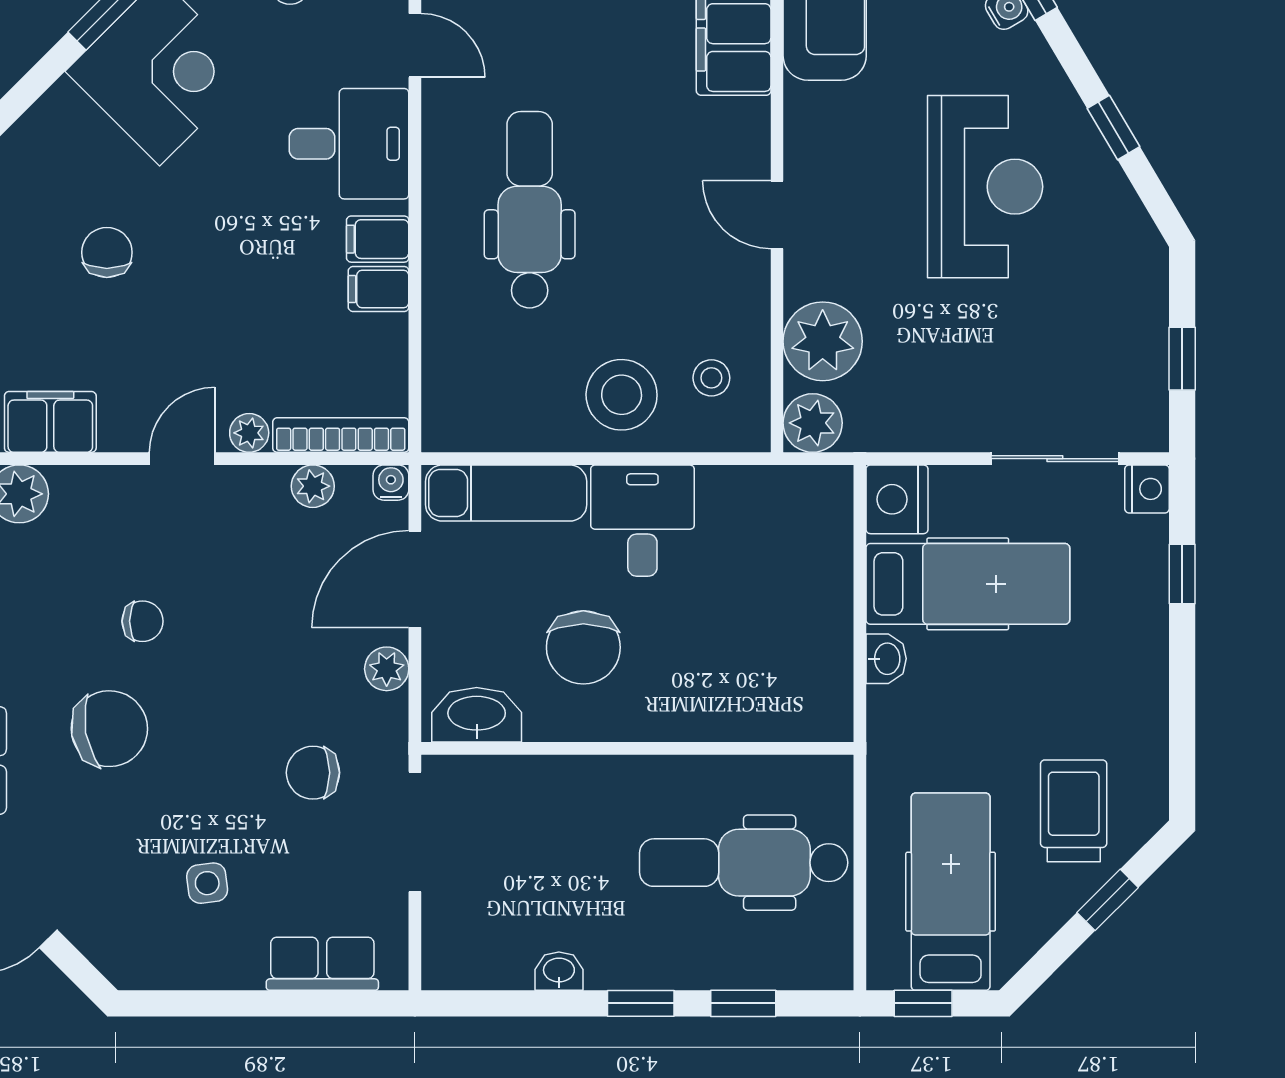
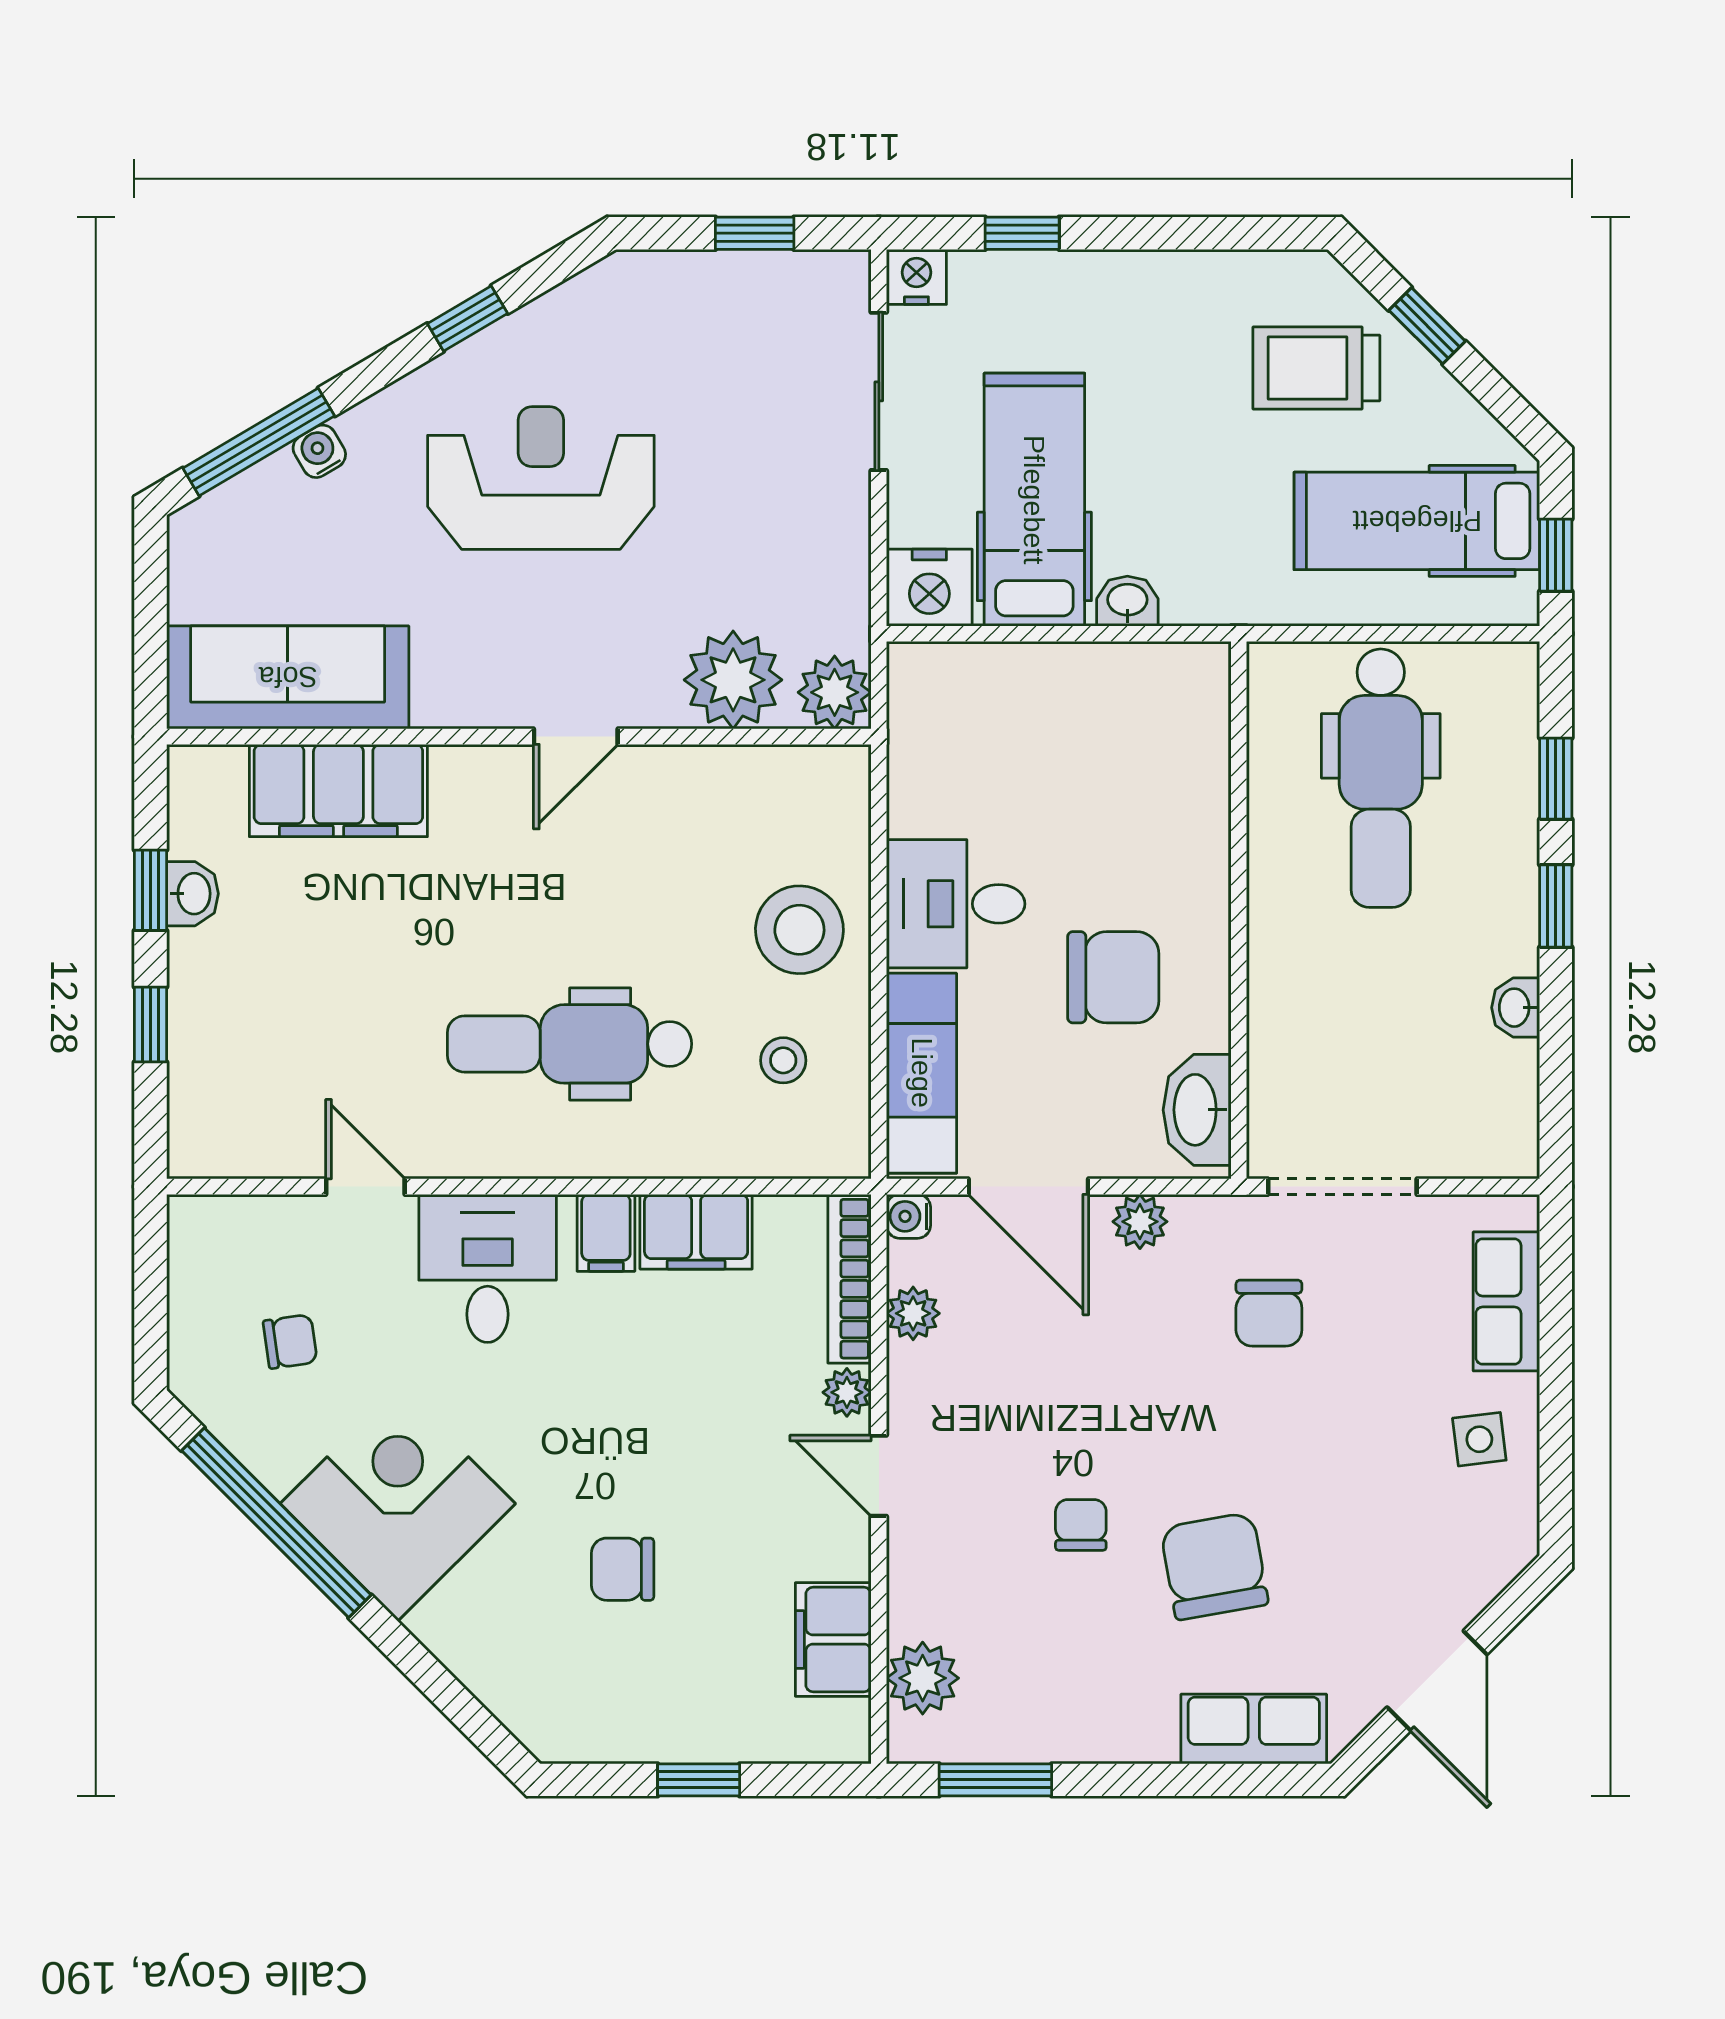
door: (415, 45) -> (365, 1187), hinge flipped
filing cabinet: (379, 289) -> (696, 1232), width x2.00
stool: (711, 378) -> (783, 1060), moved
side table: (207, 883) -> (1479, 1439), moved

